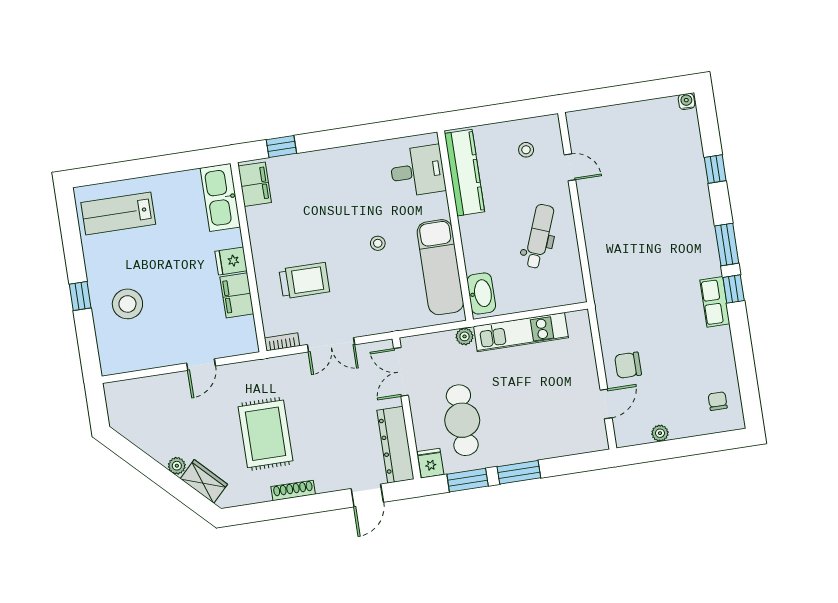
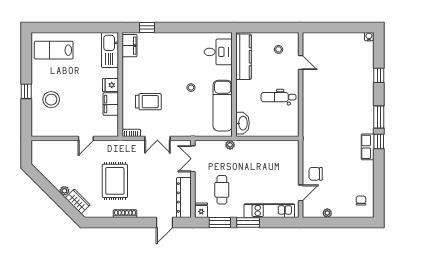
dental chair: (539, 236) -> (278, 97), turned -111
kitchen unit: (521, 332) -> (269, 211), moved, turned 180
cafe table: (462, 420) -> (222, 190), width x0.73, depth x0.74

